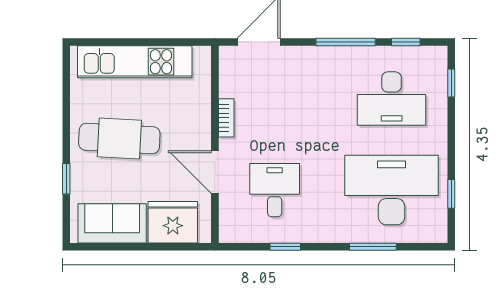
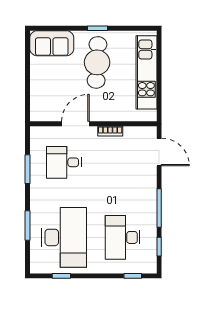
window: (66, 179) -> (97, 28), moved
desk: (275, 190) -> (64, 162), turned 180
fridge: (173, 222) -> (43, 97), removed
sofa: (112, 223) -> (52, 43), moved, turned 90
window: (285, 247) -> (27, 169), width x1.50

